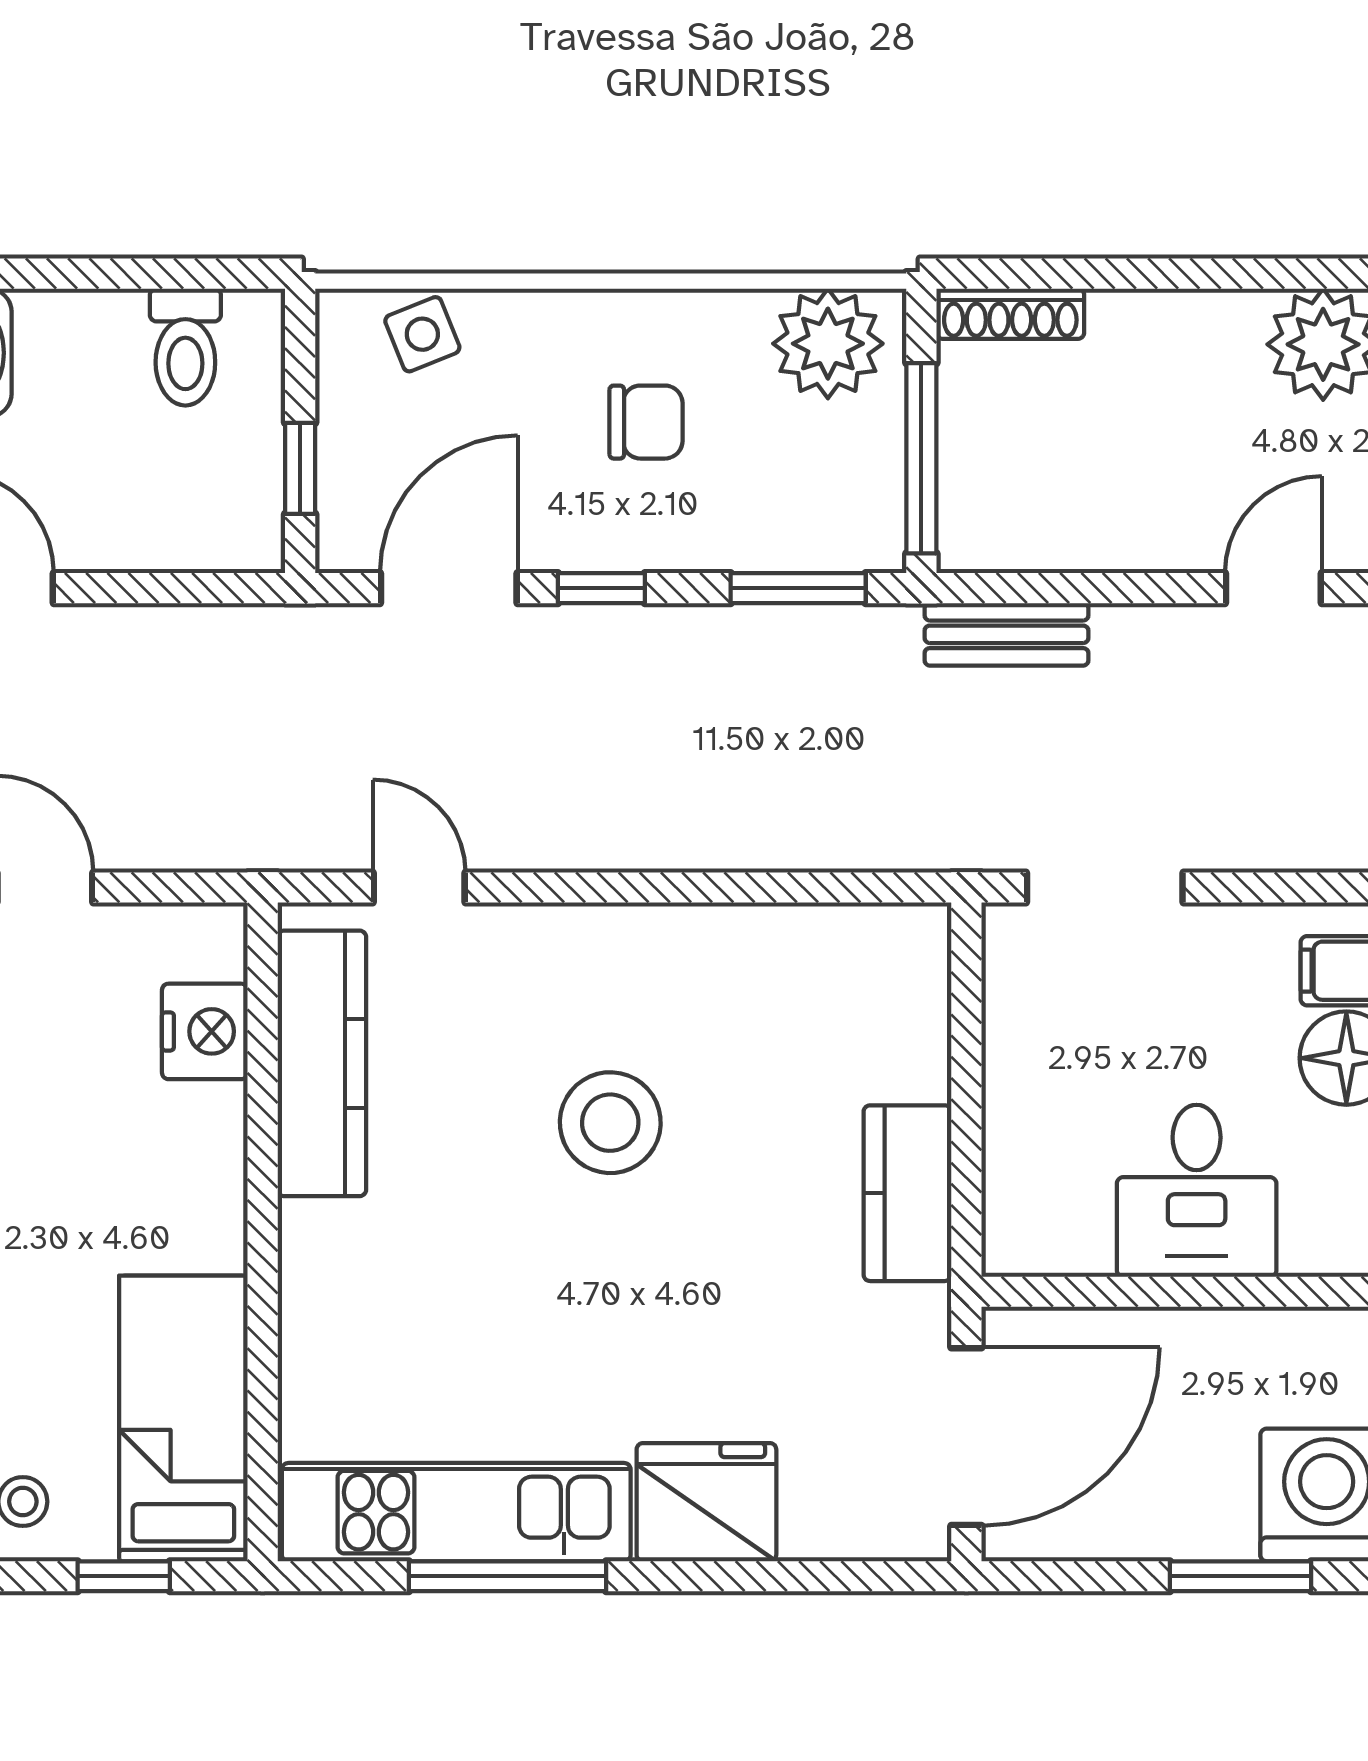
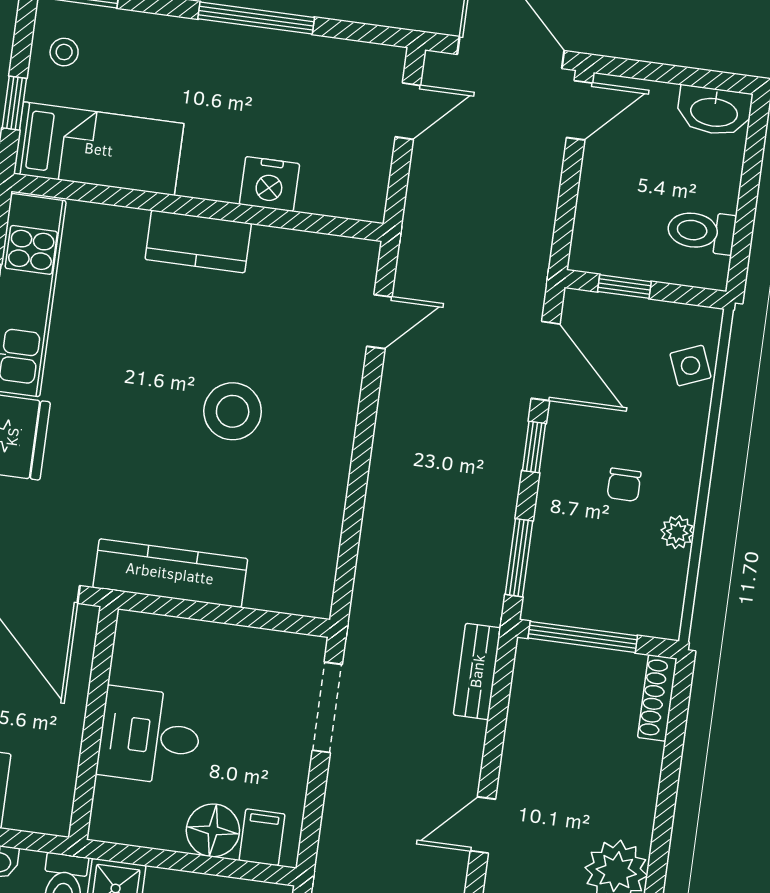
plant: (828, 344) -> (677, 532), moved, width x0.53, depth x0.53
chair: (646, 422) -> (624, 485), width x0.73, depth x0.73
door: (1273, 588) -> (483, 825), swing flipped
nightstand: (205, 1031) -> (269, 184), moved
kitchen counter: (322, 1063) -> (198, 241), moved, width x0.67
kitchen counter: (907, 1193) -> (170, 573), width x1.50

